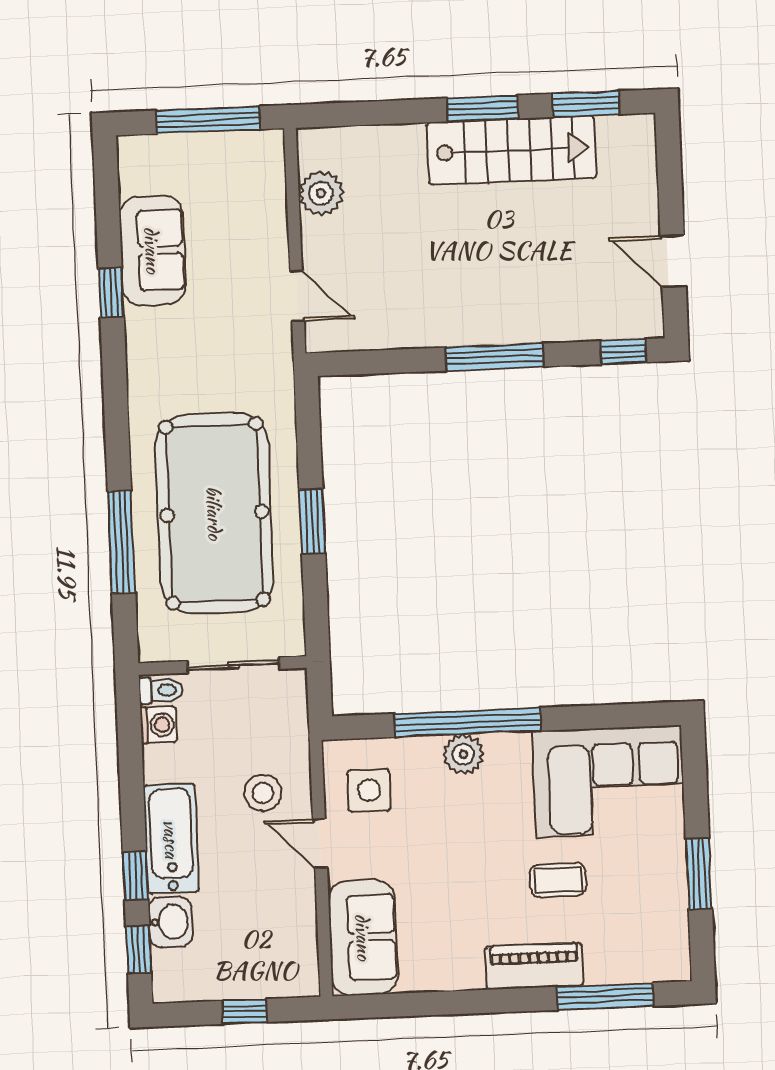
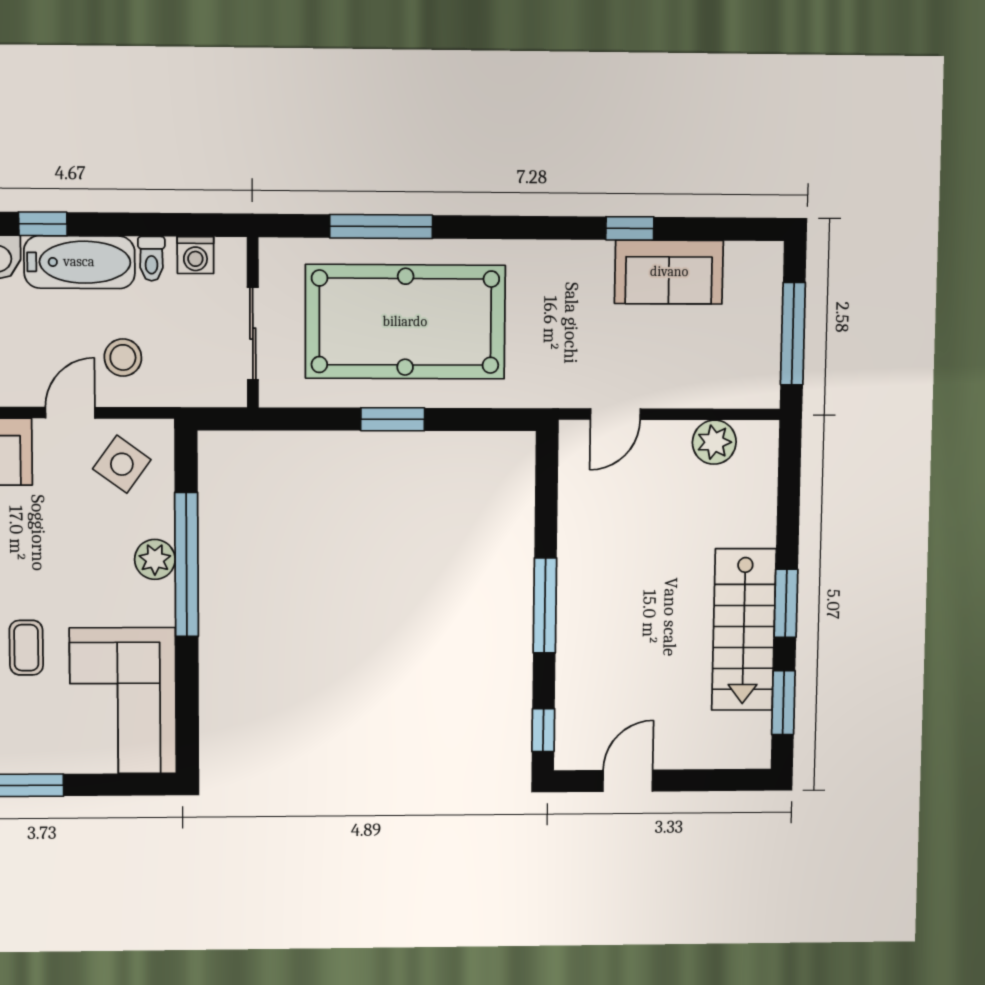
toilet: (161, 690) -> (151, 259), moved
side table: (369, 790) -> (122, 464), turned 36

